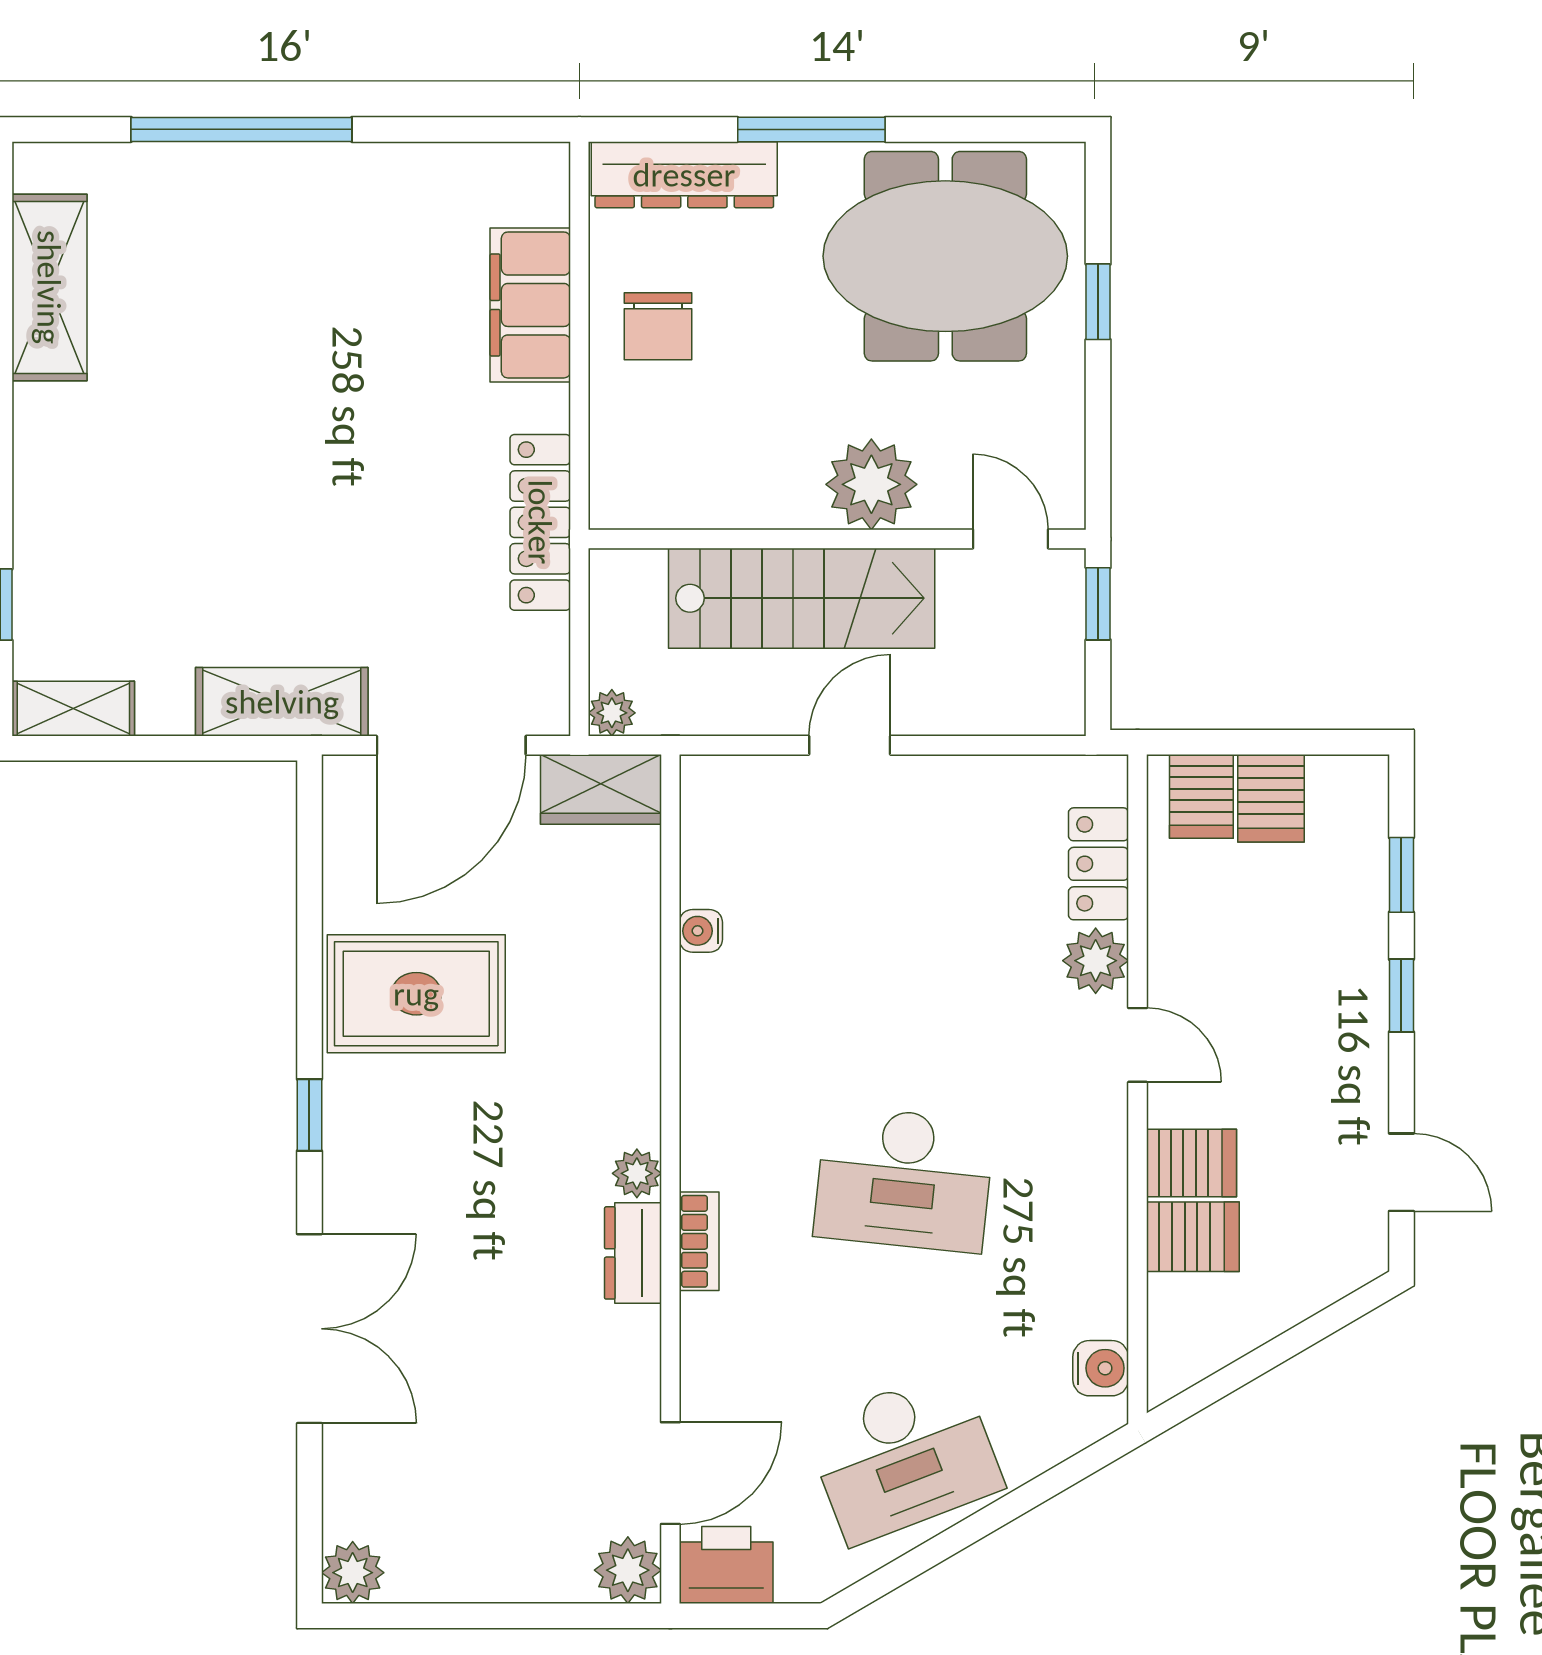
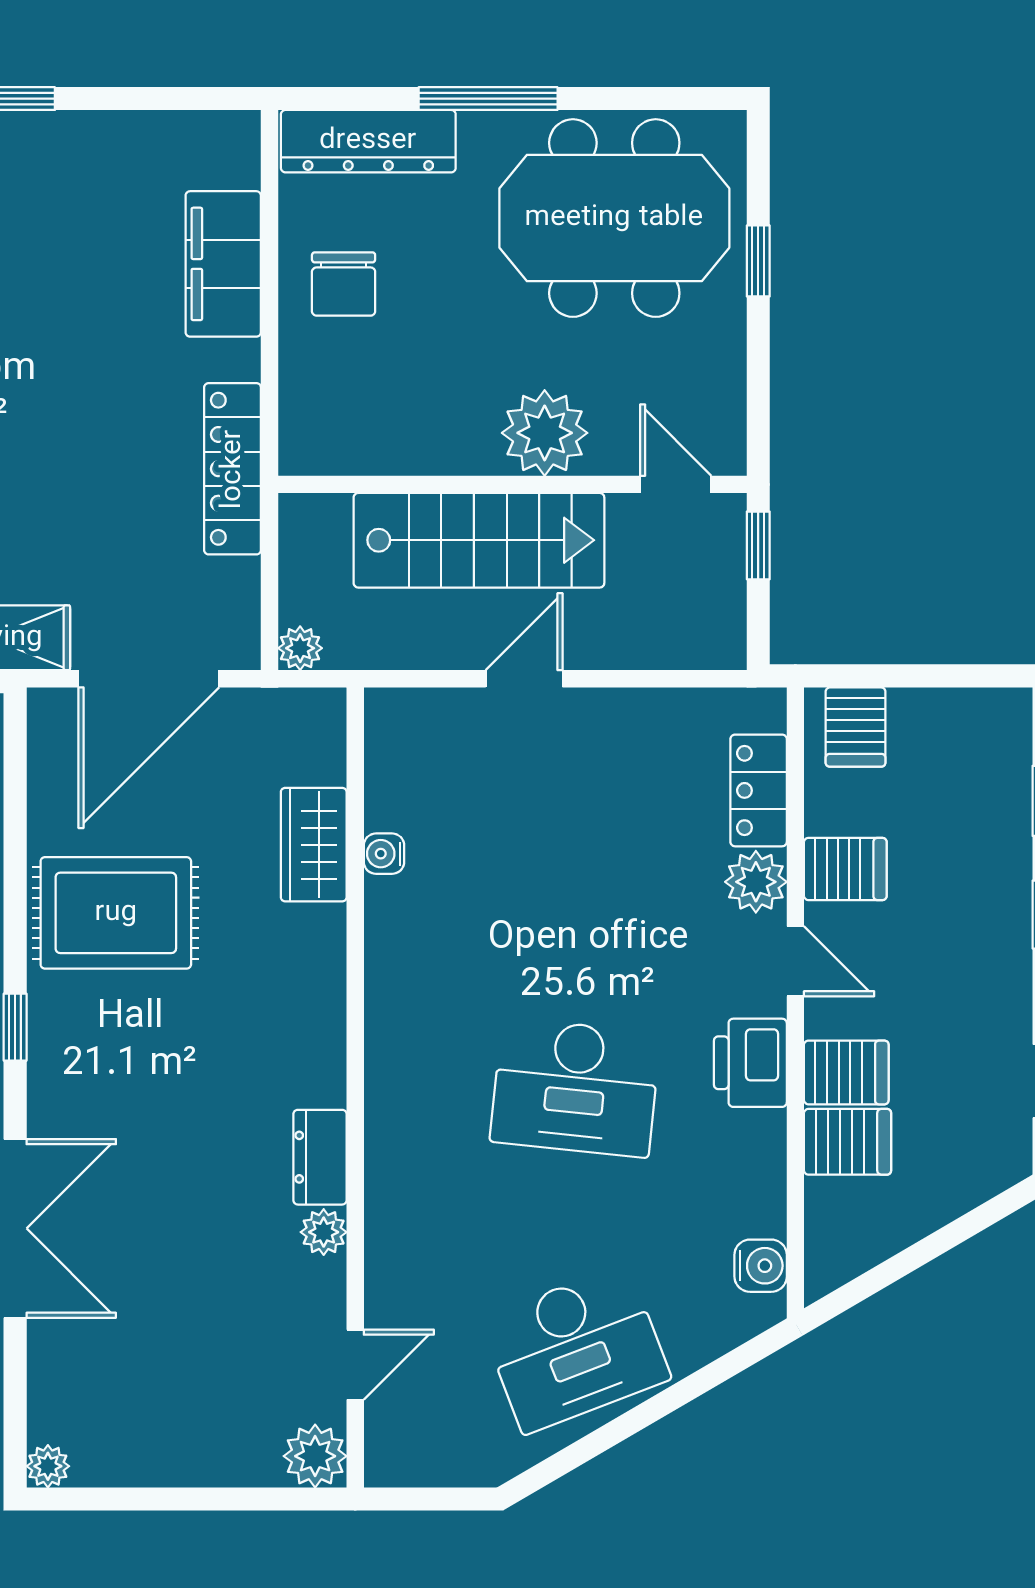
wardrobe: (601, 789) -> (314, 845), moved, turned 90
server rack: (1271, 798) -> (845, 869), moved, turned -90
plant: (637, 1173) -> (324, 1232), moved
bookcase: (699, 1241) -> (382, 1146), removed
door: (670, 1473) -> (355, 1365), width x0.73
printer: (726, 1565) -> (750, 1063), moved, turned -90
plant: (353, 1573) -> (48, 1466), width x0.73, depth x0.73

